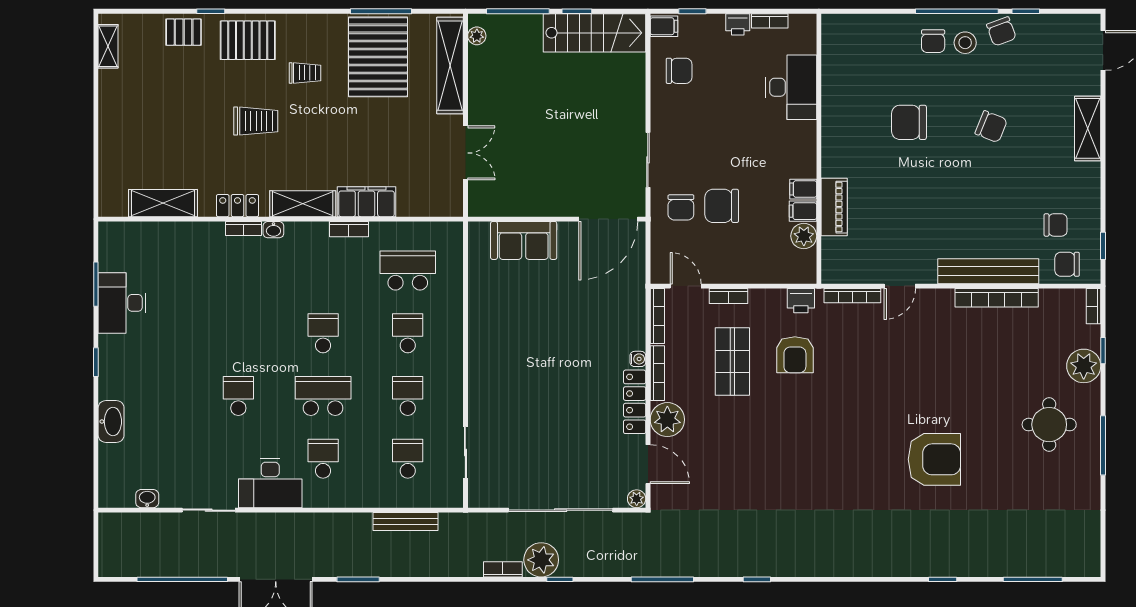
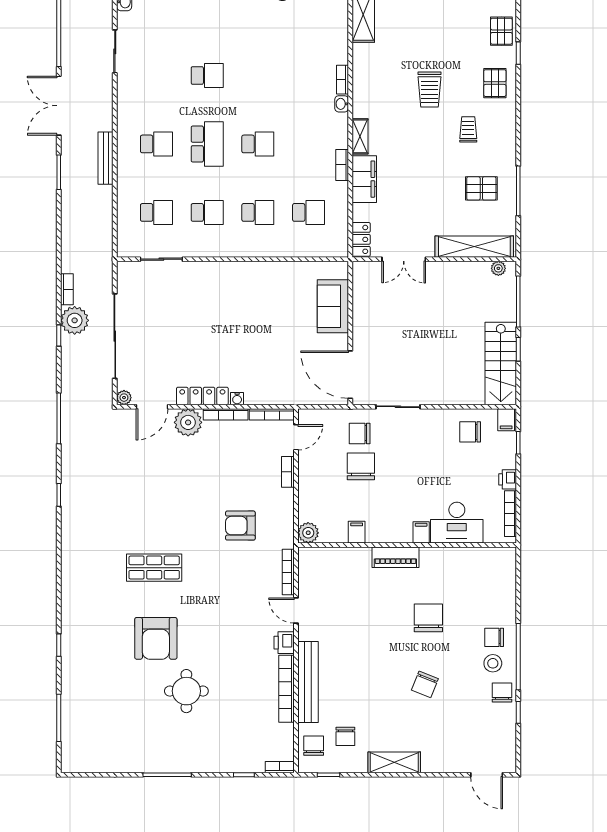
bookcase: (770, 21) -> (511, 514), width x1.56
chair: (1001, 31) -> (502, 693), turned 110
pallet: (248, 40) -> (495, 83), width x0.67, depth x0.71
pallet: (378, 57) -> (481, 188), width x0.49, depth x0.50
chair: (679, 71) -> (470, 432), turned 90
trolley: (305, 73) -> (468, 129), turned 180
shelving: (1088, 128) -> (394, 762), moved
filing cabinet: (803, 189) -> (421, 532), moved
shelving: (303, 204) -> (360, 136), width x0.67, depth x0.75
locker: (238, 206) -> (361, 239), moved
piano: (834, 207) -> (395, 557), moved
plant: (804, 236) -> (308, 533), moved
school desk: (408, 271) -> (309, 212), width x0.54
printer: (801, 301) -> (284, 643), moved
shop shelf: (732, 362) -> (154, 568), moved
plant: (1084, 366) -> (231, 759), removed
round table: (1049, 425) -> (186, 691), moved
desk: (270, 483) -> (137, 101), removed
bench: (405, 522) -> (106, 158), moved

